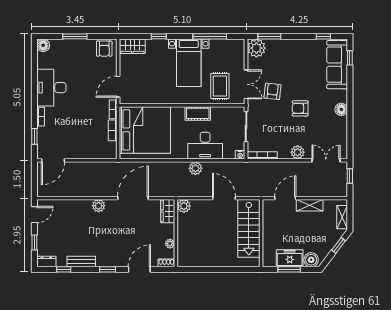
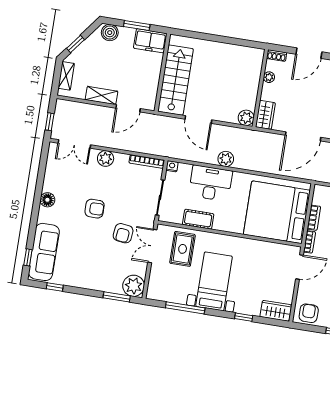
cot: (198, 113) -> (198, 219), moved
freezer: (290, 258) -> (150, 41), moved

